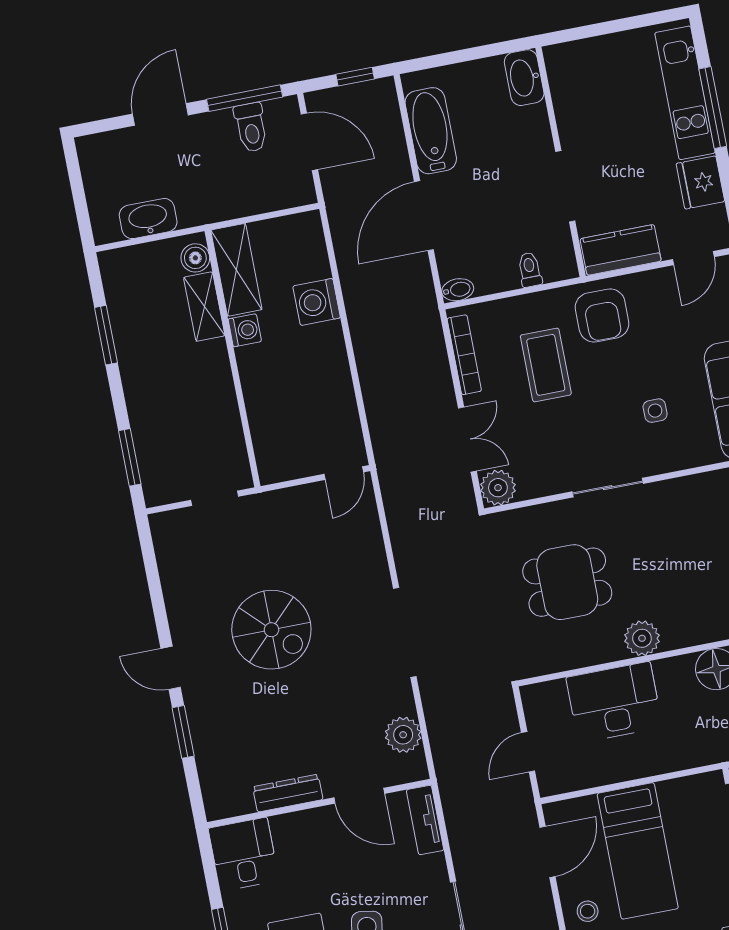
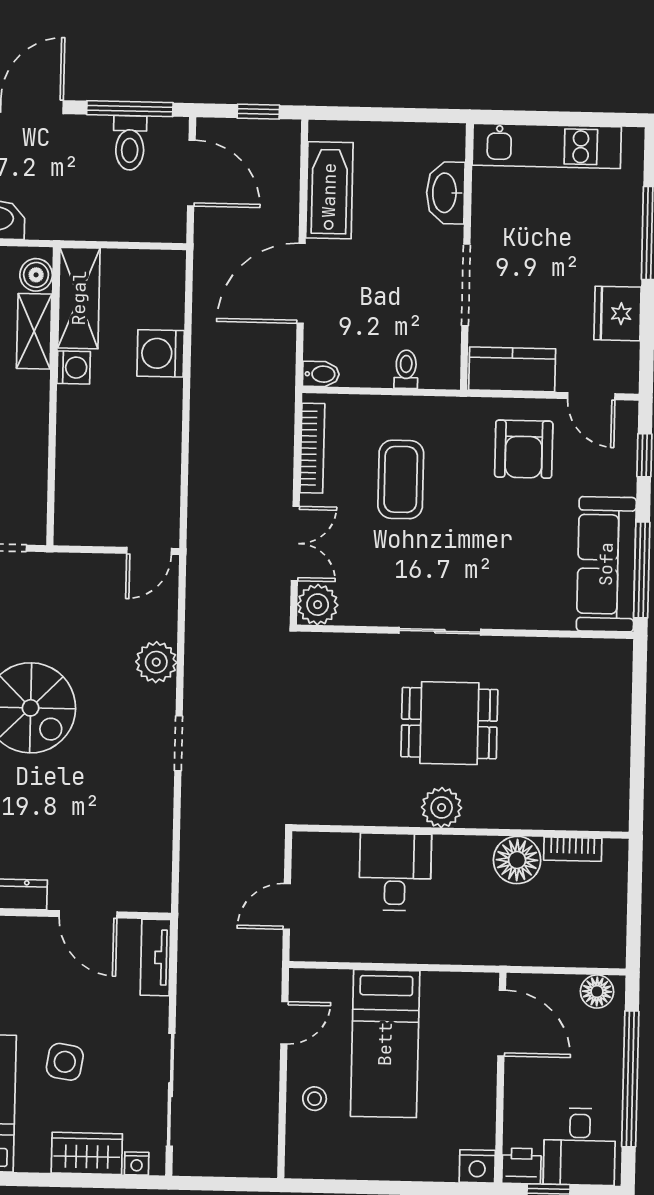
washbasin: (524, 78) -> (446, 193), moved
kitchen unit: (685, 93) -> (547, 146), moved, turned -90
door: (693, 258) -> (591, 396), hinge flipped
armchair: (602, 315) -> (524, 449), moved
side table: (655, 411) -> (511, 557), removed
dining table: (567, 582) -> (449, 723), moved
doorway: (405, 632) -> (178, 743), width x0.53
desk: (614, 702) -> (395, 872), width x0.73
plant: (403, 735) -> (156, 662), moved
door: (548, 852) -> (284, 1023), width x0.73

